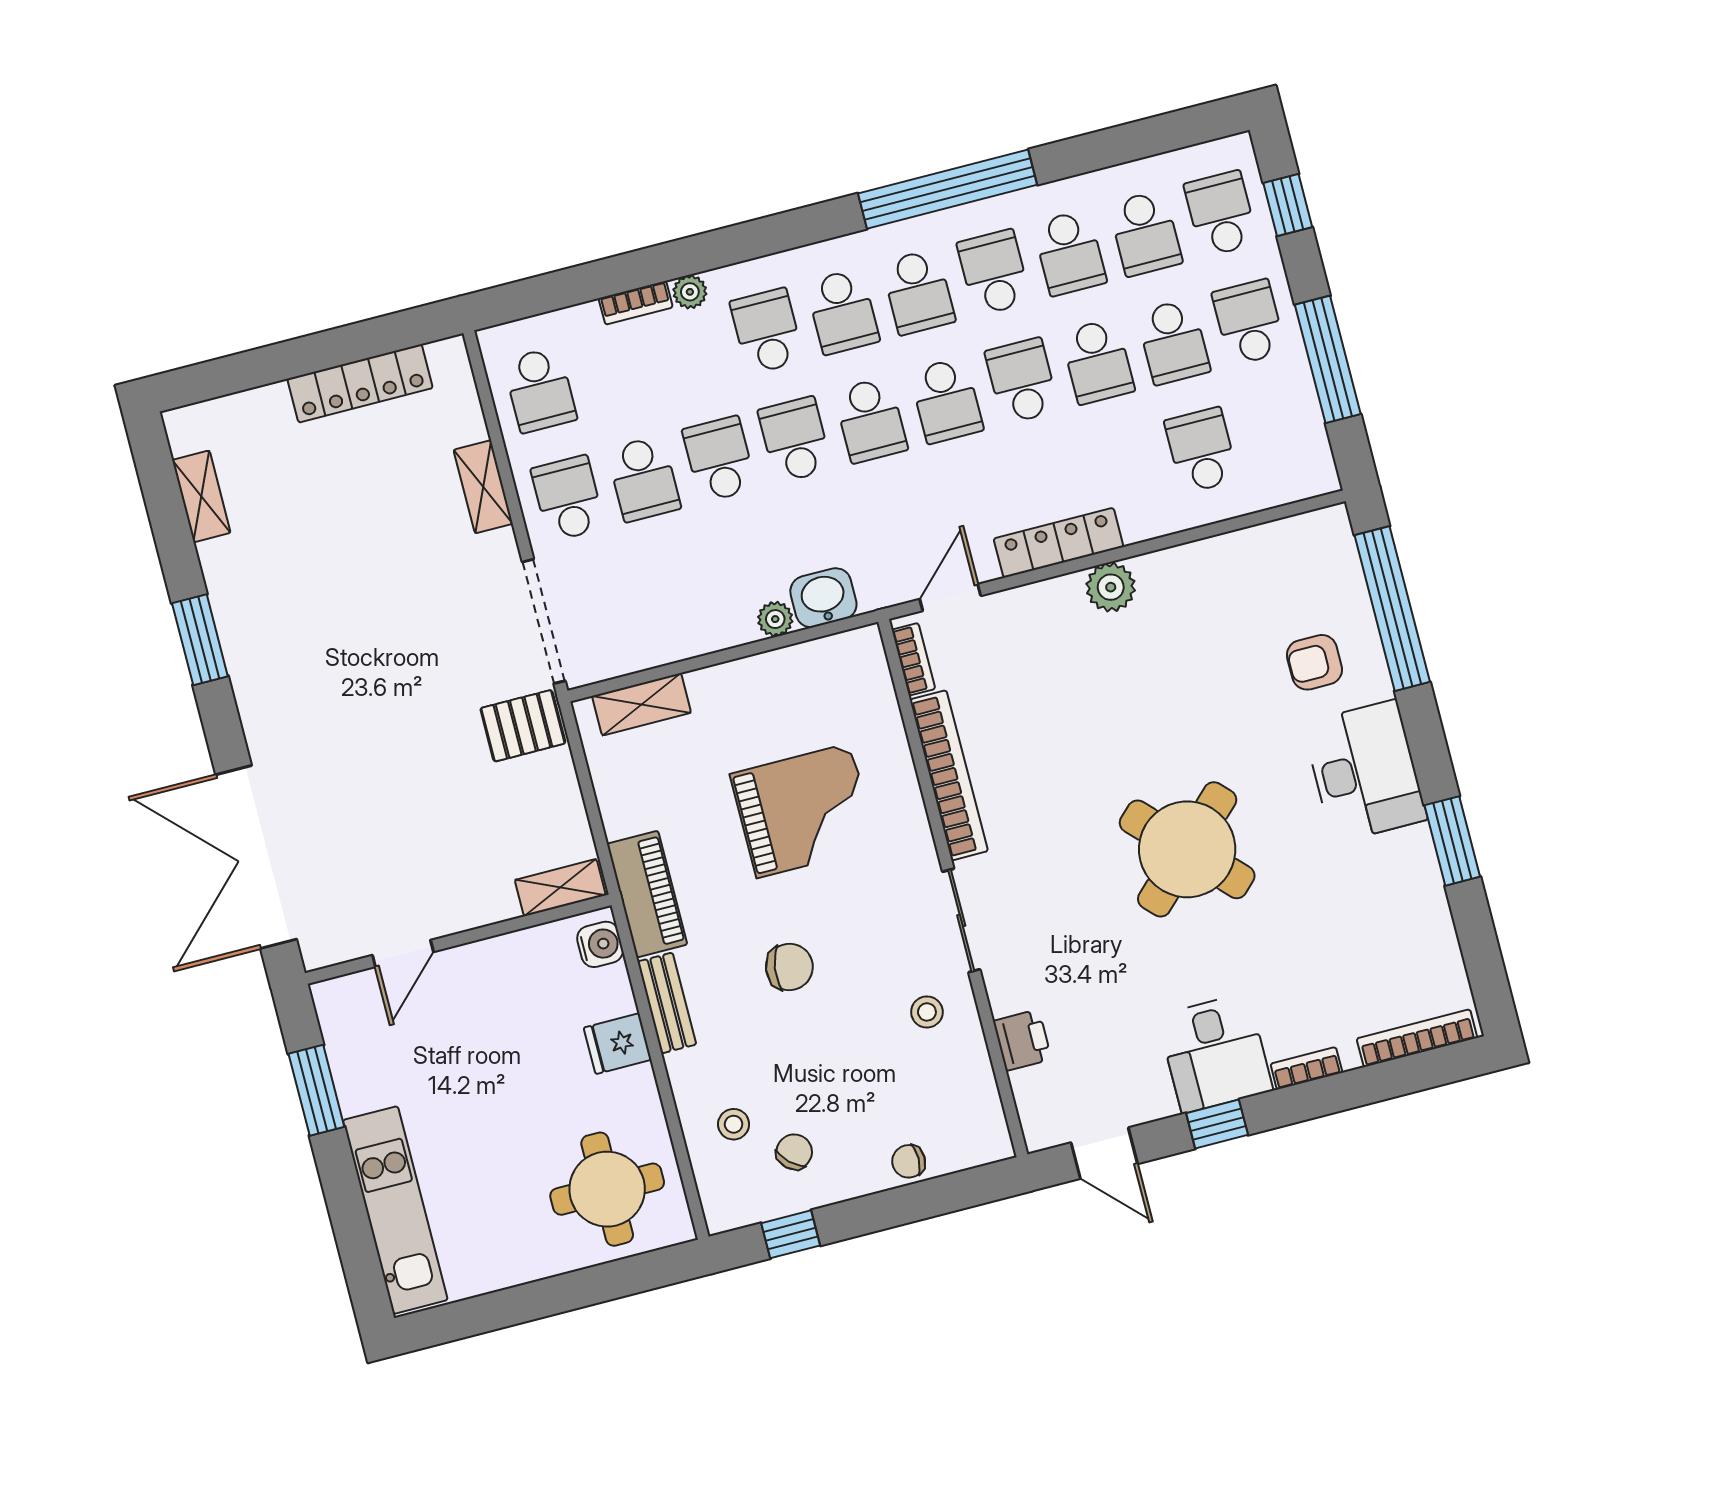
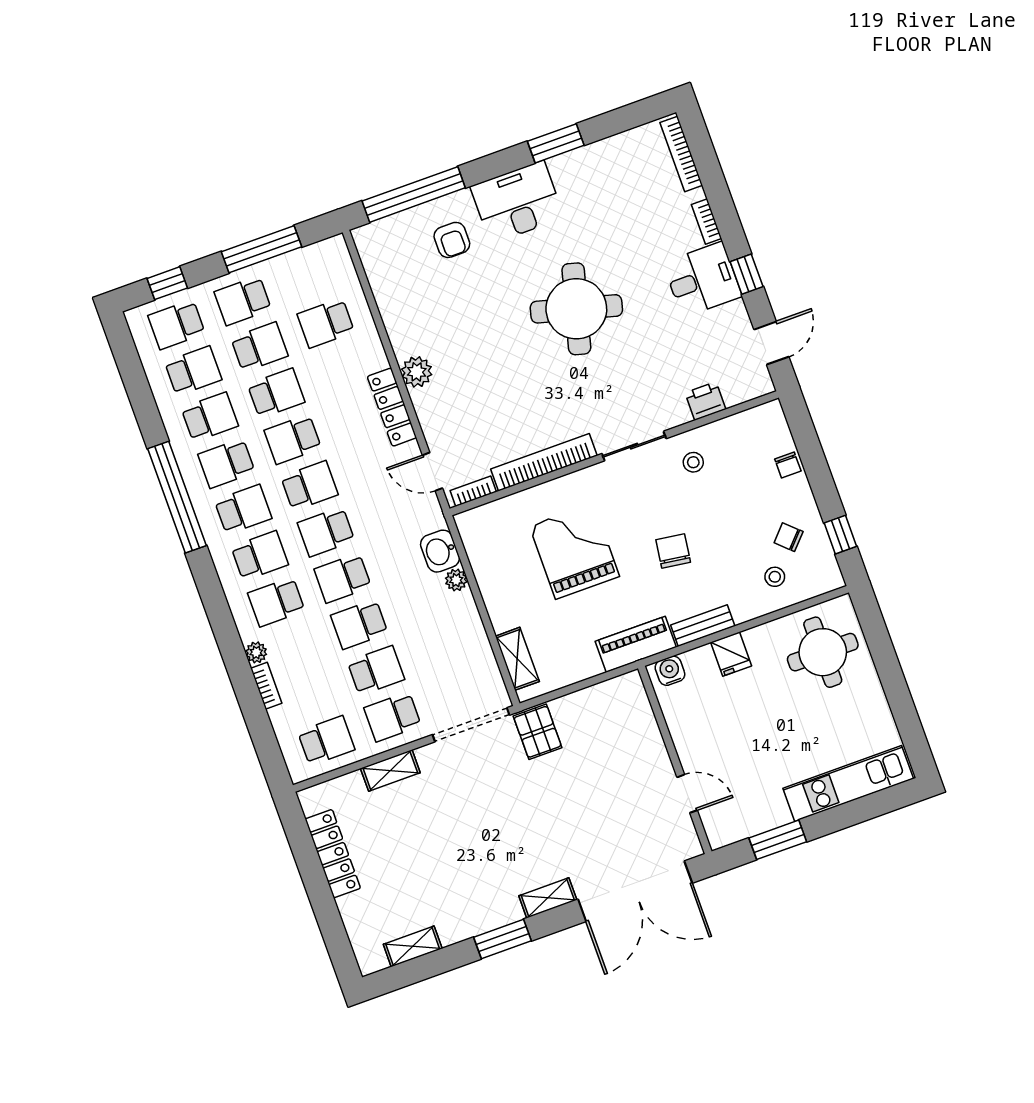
school desk: (871, 420) -> (326, 532), turned 180
round table: (1187, 849) -> (576, 309), turned -31
shelving: (560, 888) -> (548, 898), moved, turned 90

